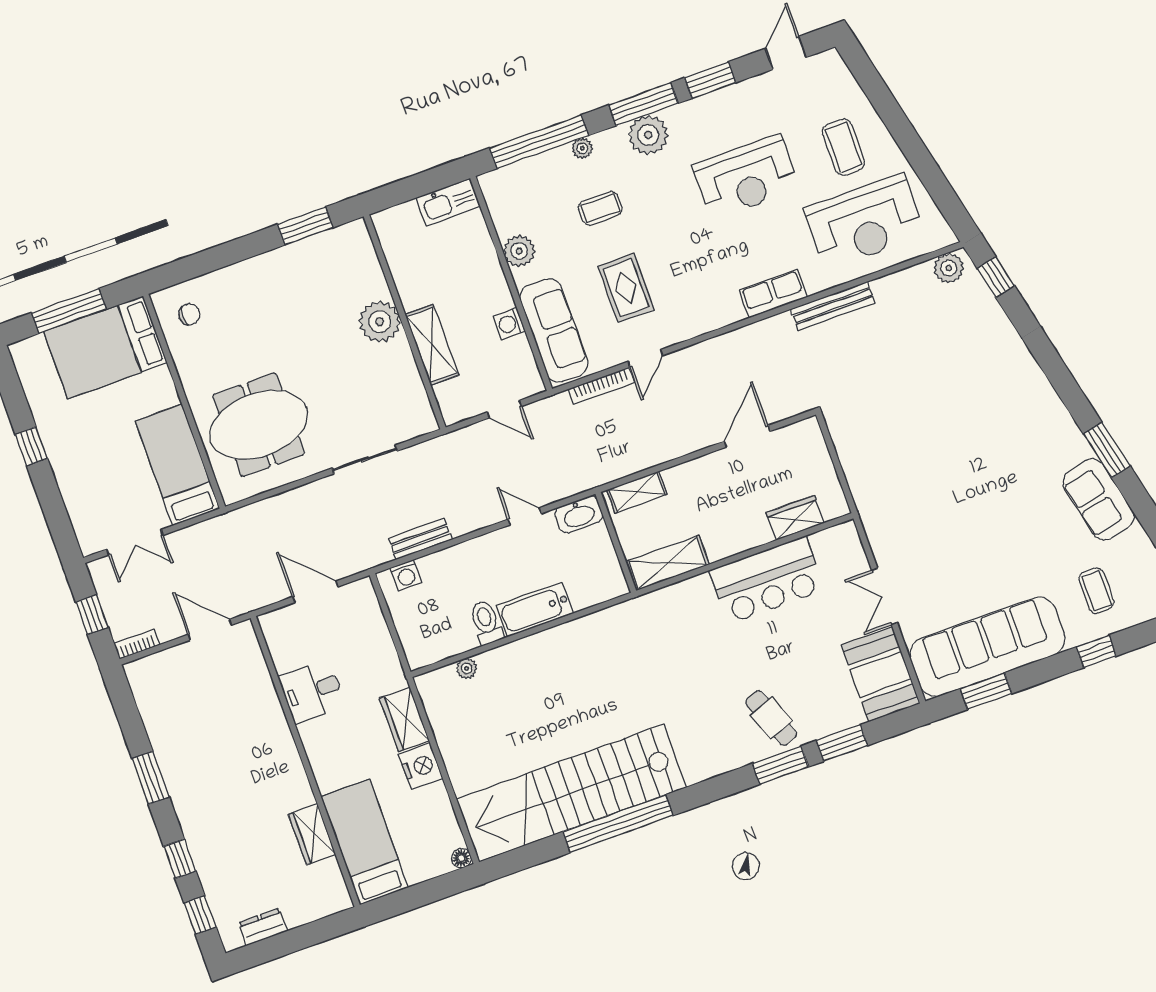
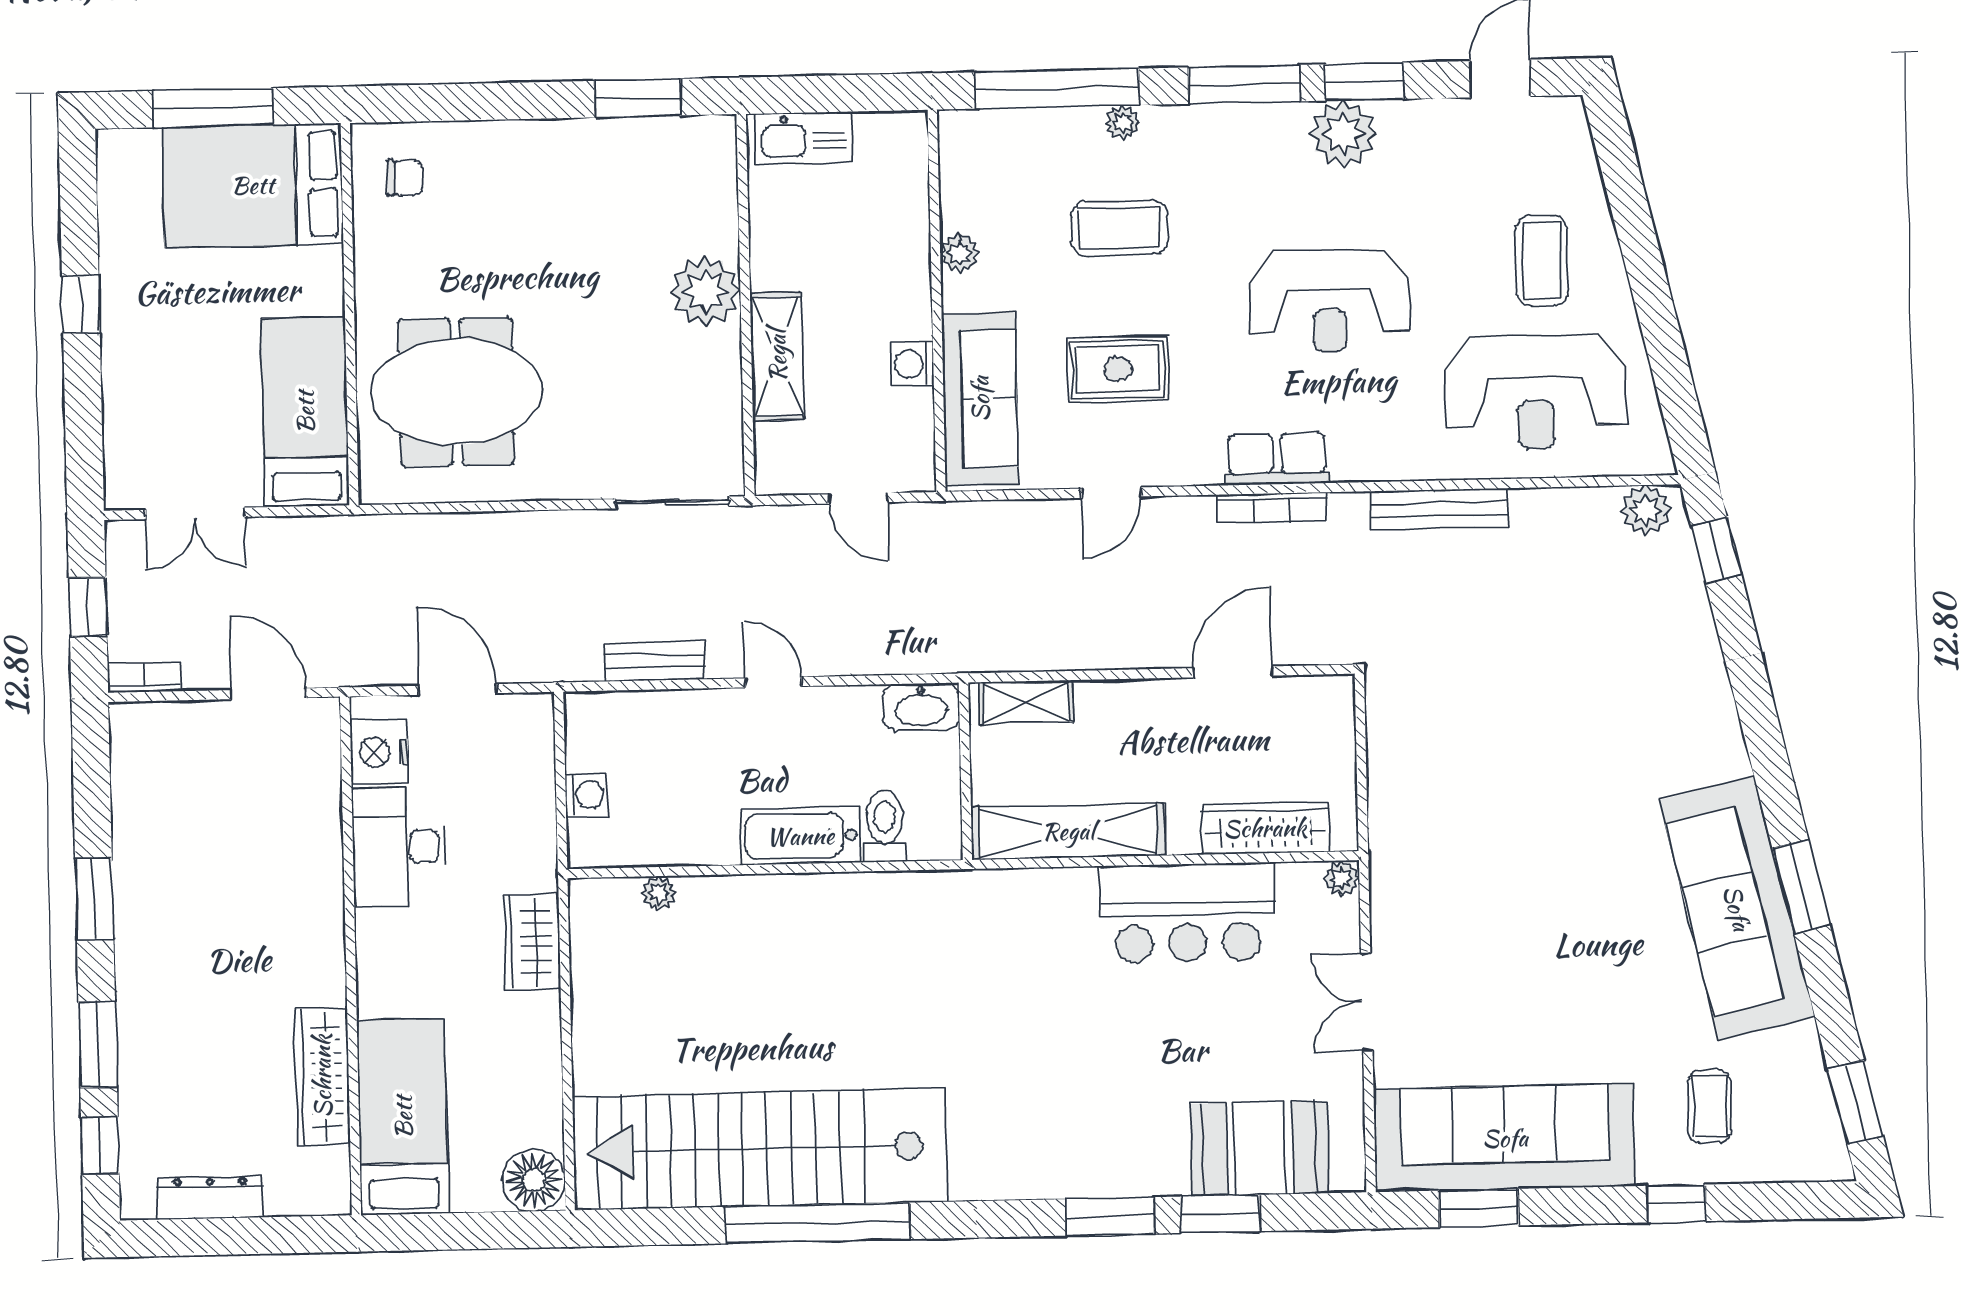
plant: (648, 135) -> (1343, 134), moved
reception desk: (746, 177) -> (1329, 301), moved
kitchen sink: (448, 202) -> (803, 138), moved
coffee table: (600, 208) -> (1120, 228), width x1.36, depth x1.30
plant: (519, 251) -> (959, 253), width x0.73, depth x0.73
rug: (626, 288) -> (1118, 369), turned 90
row of seats: (773, 294) -> (1277, 459), moved
bookcase: (601, 386) -> (1272, 508), moved
sliding door: (365, 459) -> (672, 503), moved
sofa: (1098, 499) -> (1737, 908), width x1.85, depth x1.27
door: (525, 516) -> (773, 682), moved
wardrobe: (795, 518) -> (1265, 828), width x1.50
plant: (847, 532) -> (1342, 878), added
shelving: (668, 563) -> (1068, 831), width x1.47
washing machine: (406, 575) -> (586, 795), moved, turned -90
toilet: (486, 622) -> (885, 826), moved
booth: (881, 674) -> (1260, 1149), moved, turned 90
desk: (312, 691) -> (399, 847), width x1.37
cafe table: (771, 718) -> (1120, 1136), removed
nightstand: (421, 766) -> (379, 752), moved, turned 180
wardrobe: (312, 834) -> (322, 1076), width x1.50
floor lamp: (461, 858) -> (534, 1180), width x1.89, depth x1.89
window: (180, 859) -> (98, 1044), width x1.50
dresser: (263, 927) -> (210, 1198), width x1.44

